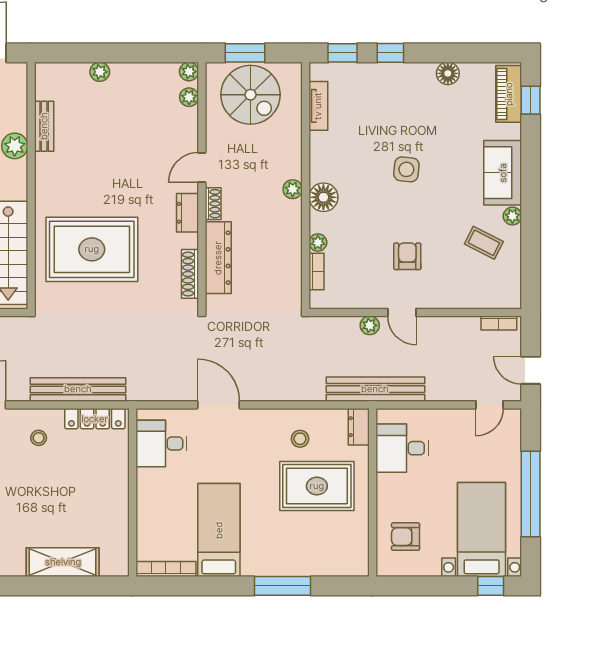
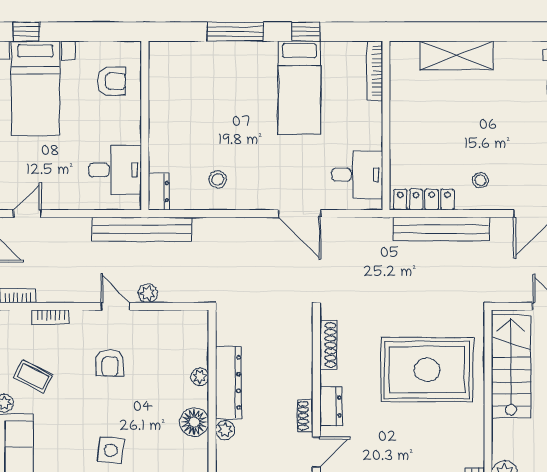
dresser: (218, 258) -> (228, 383), moved, turned 180
bookcase: (316, 271) -> (51, 317), moved, turned -90
rug: (317, 486) -> (201, 132), removed
bookcase: (166, 569) -> (375, 71), moved, turned 90
window: (212, 586) -> (306, 32), added

